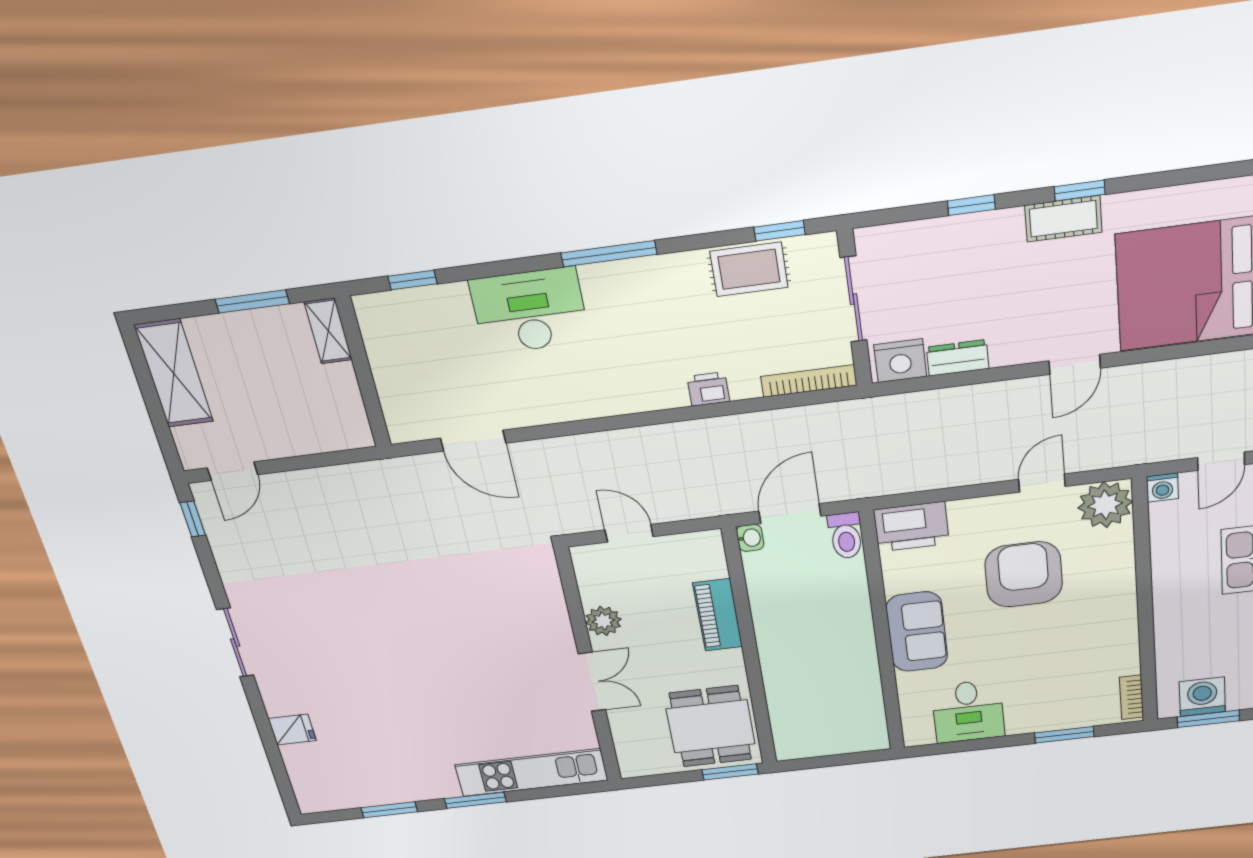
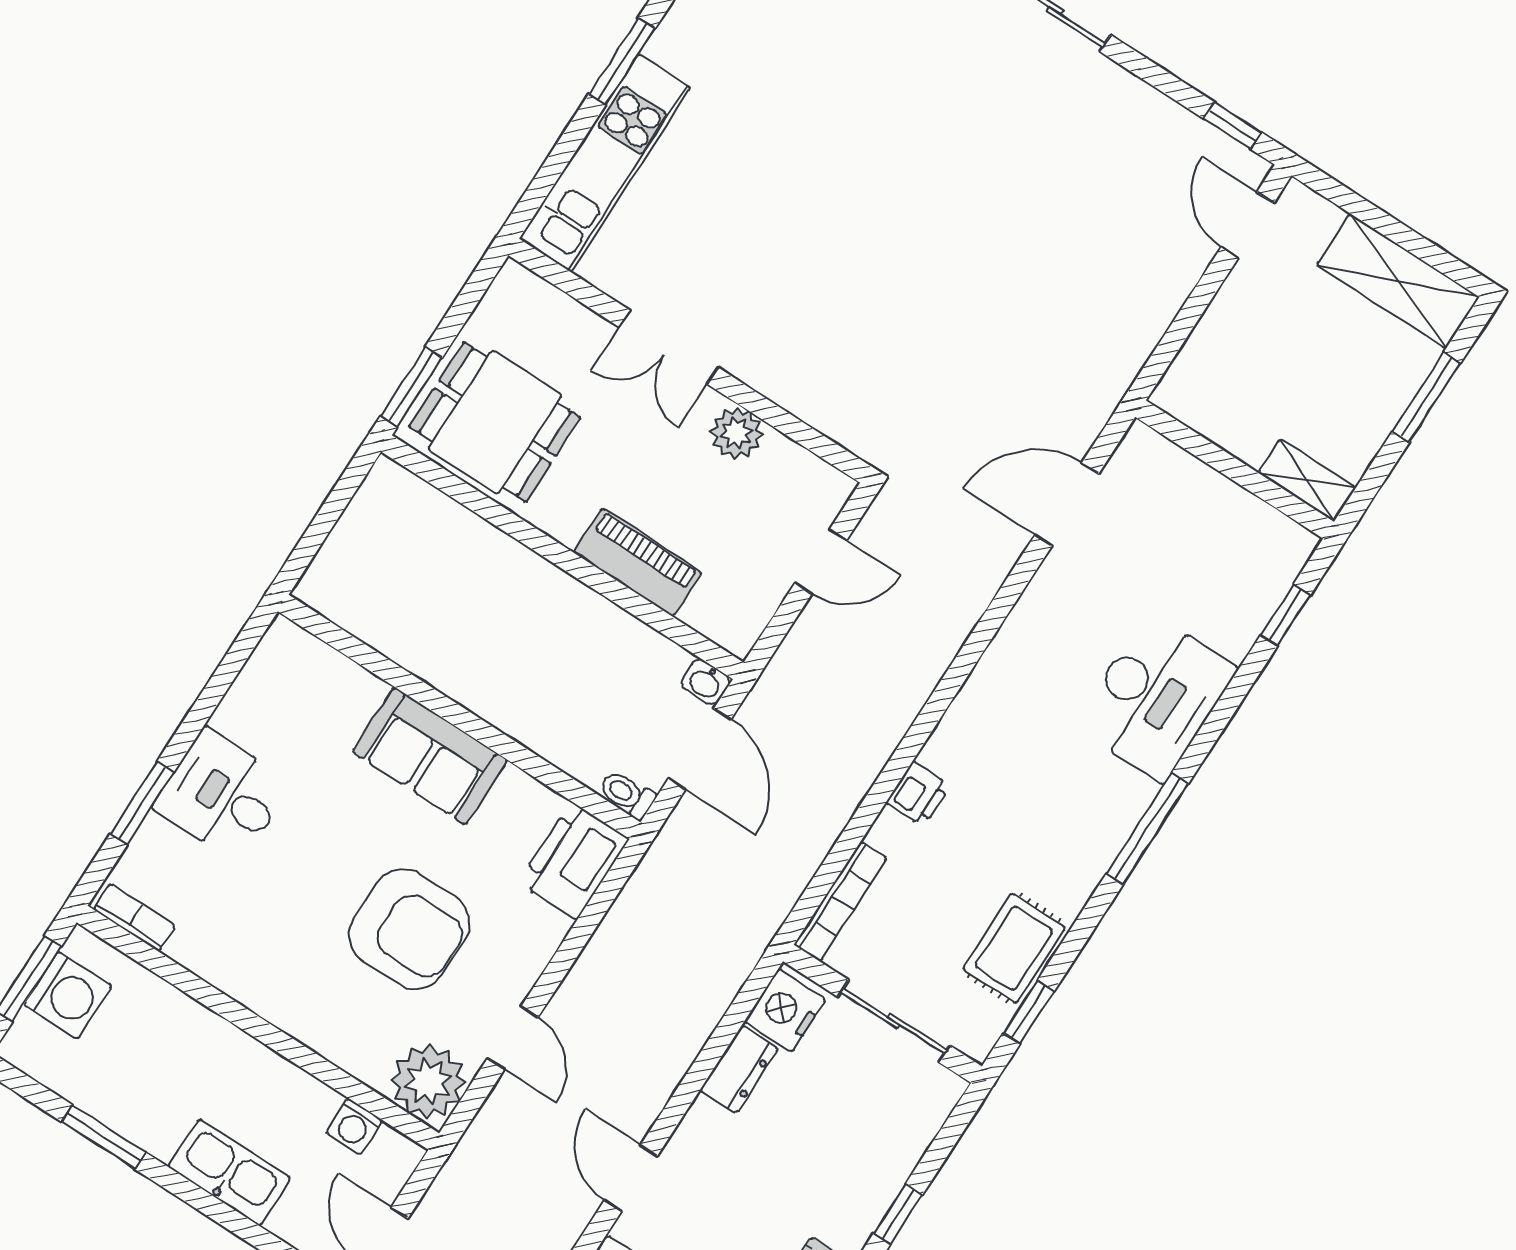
window: (252, 301) -> (1427, 397), moved
washing machine: (1162, 488) -> (354, 1126), moved, turned -90
toilet: (846, 536) -> (627, 794), width x0.73, depth x0.72
desk: (968, 711) -> (223, 795), moved

